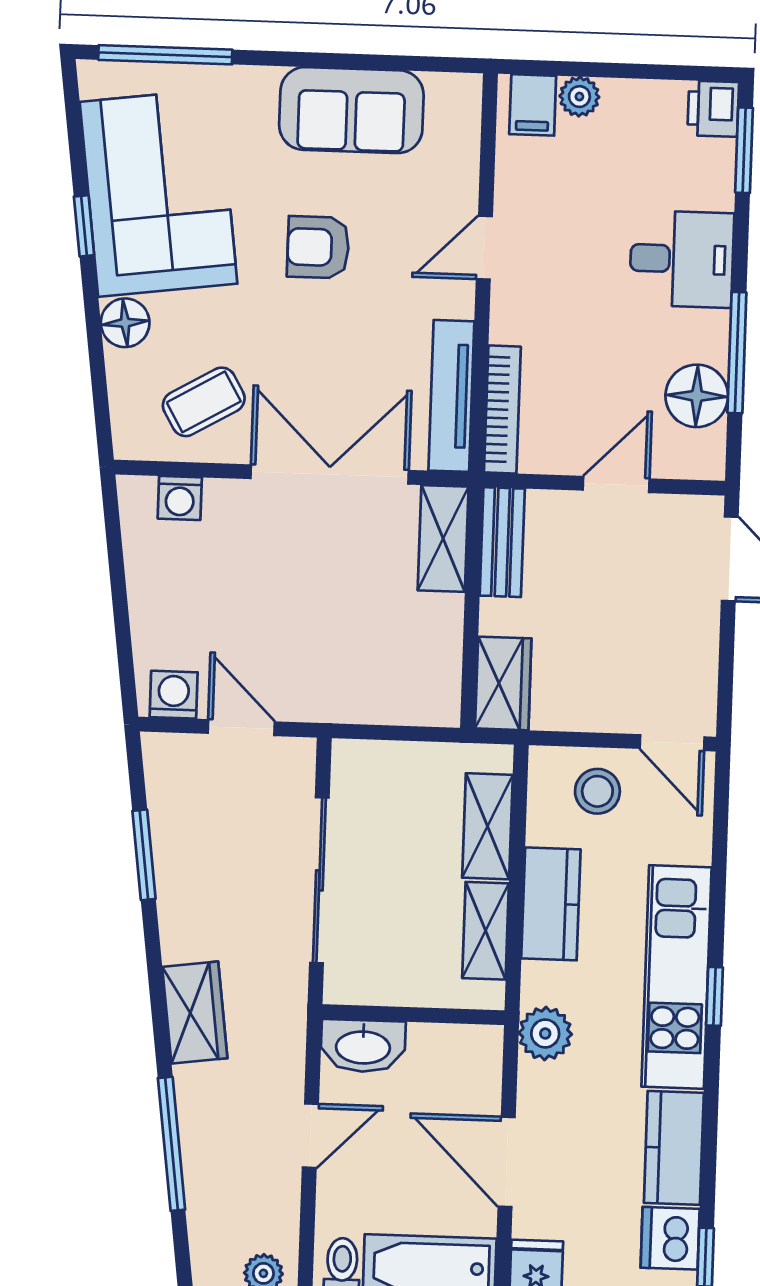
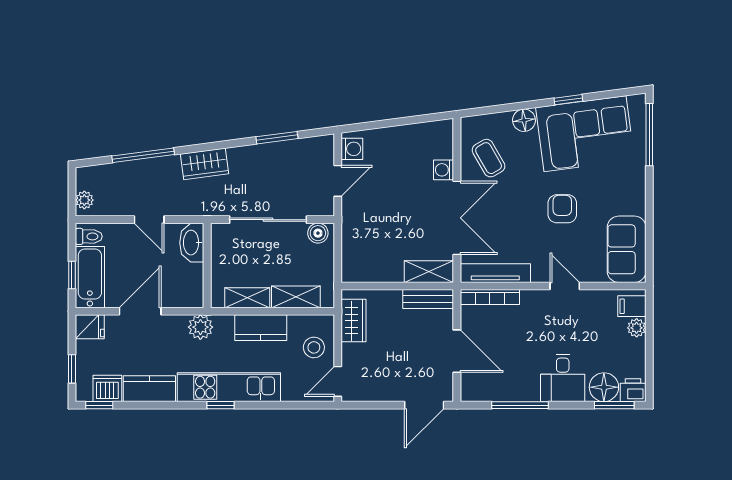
sofa: (351, 110) -> (627, 249), moved
floor lamp: (697, 396) -> (604, 387), moved
door: (616, 484) -> (457, 351), width x1.38
washing machine: (180, 498) -> (443, 170), moved
wardrobe: (503, 683) -> (354, 321), moved, turned -90
boiler: (352, 774) -> (318, 233), added

